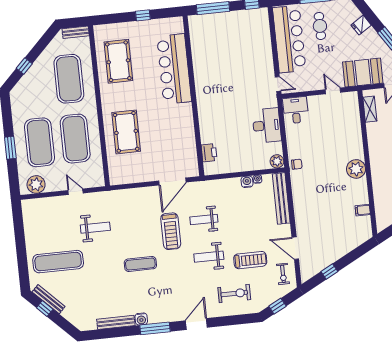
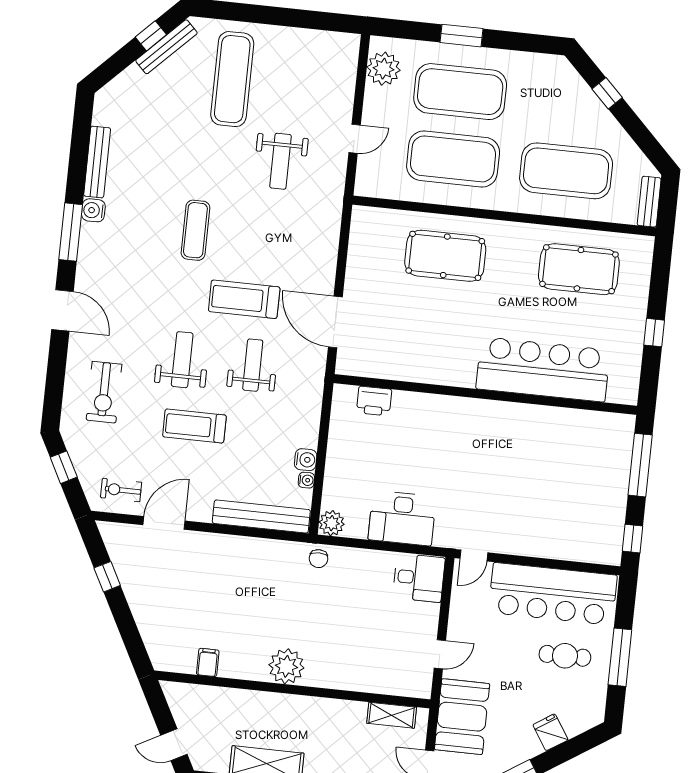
treadmill: (250, 260) -> (194, 426), moved, turned 90

